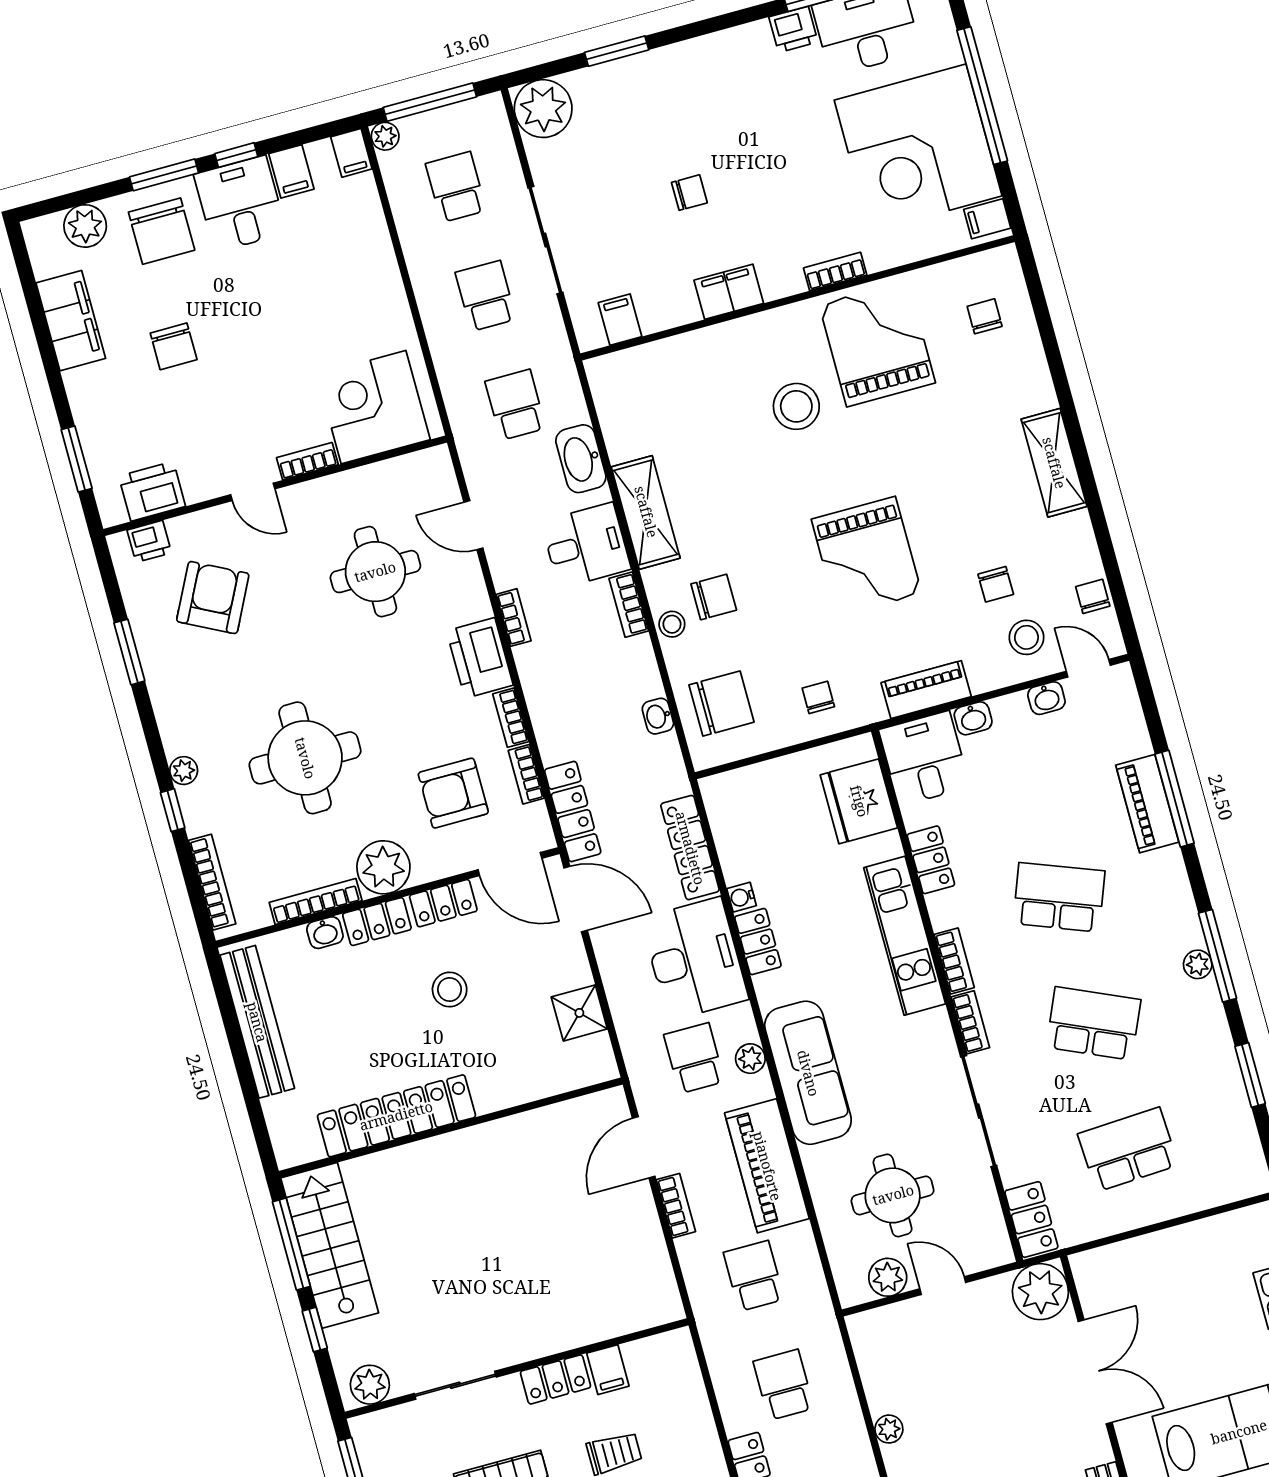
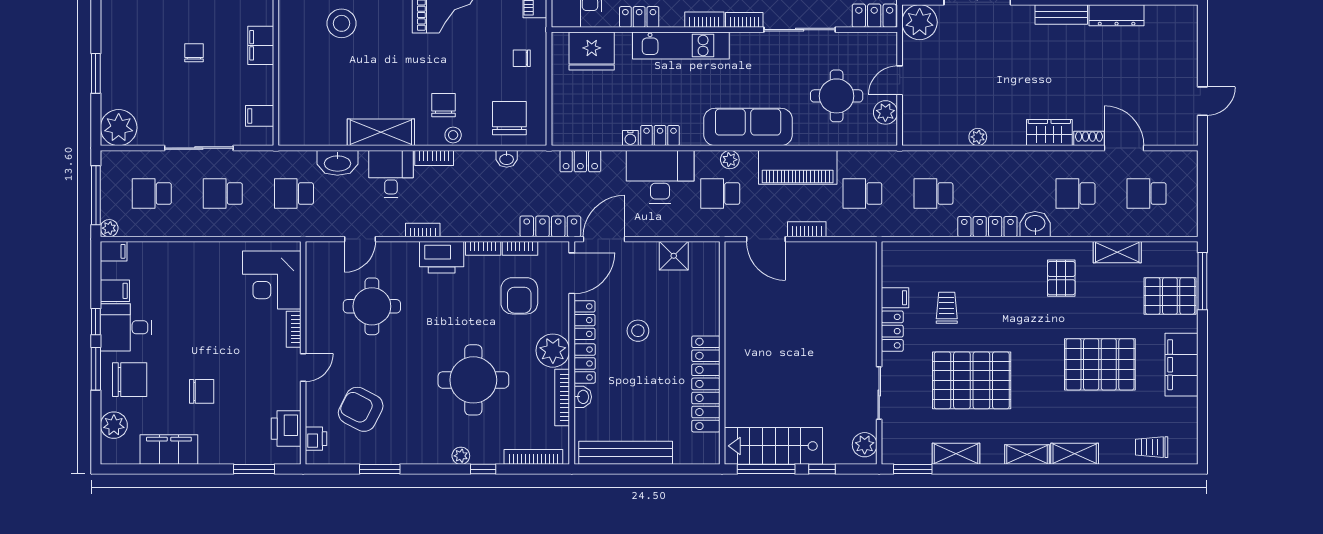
locker: (690, 848) -> (580, 161), width x0.66

